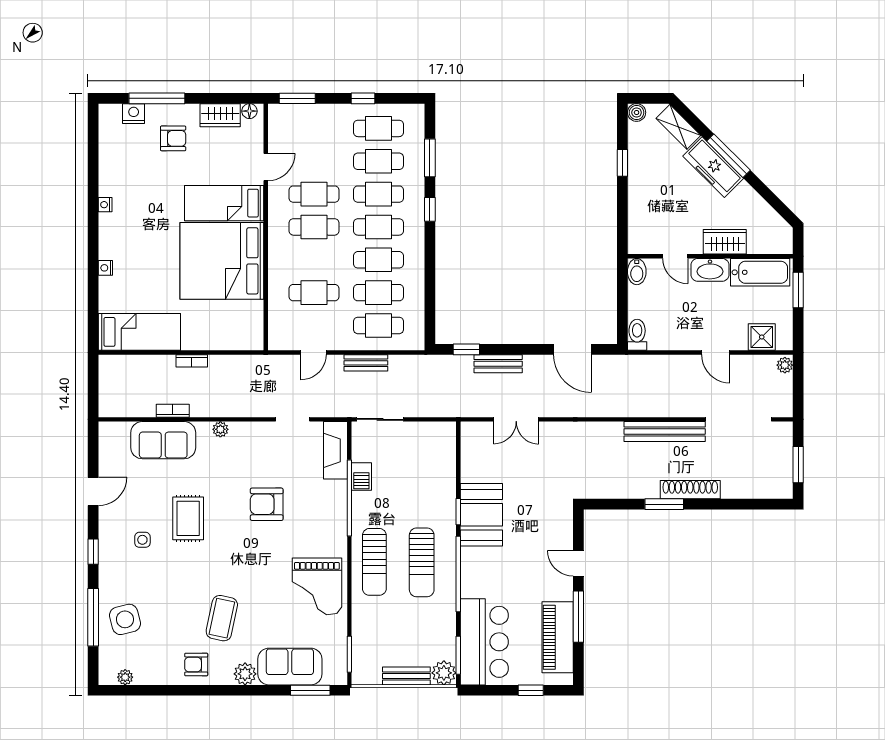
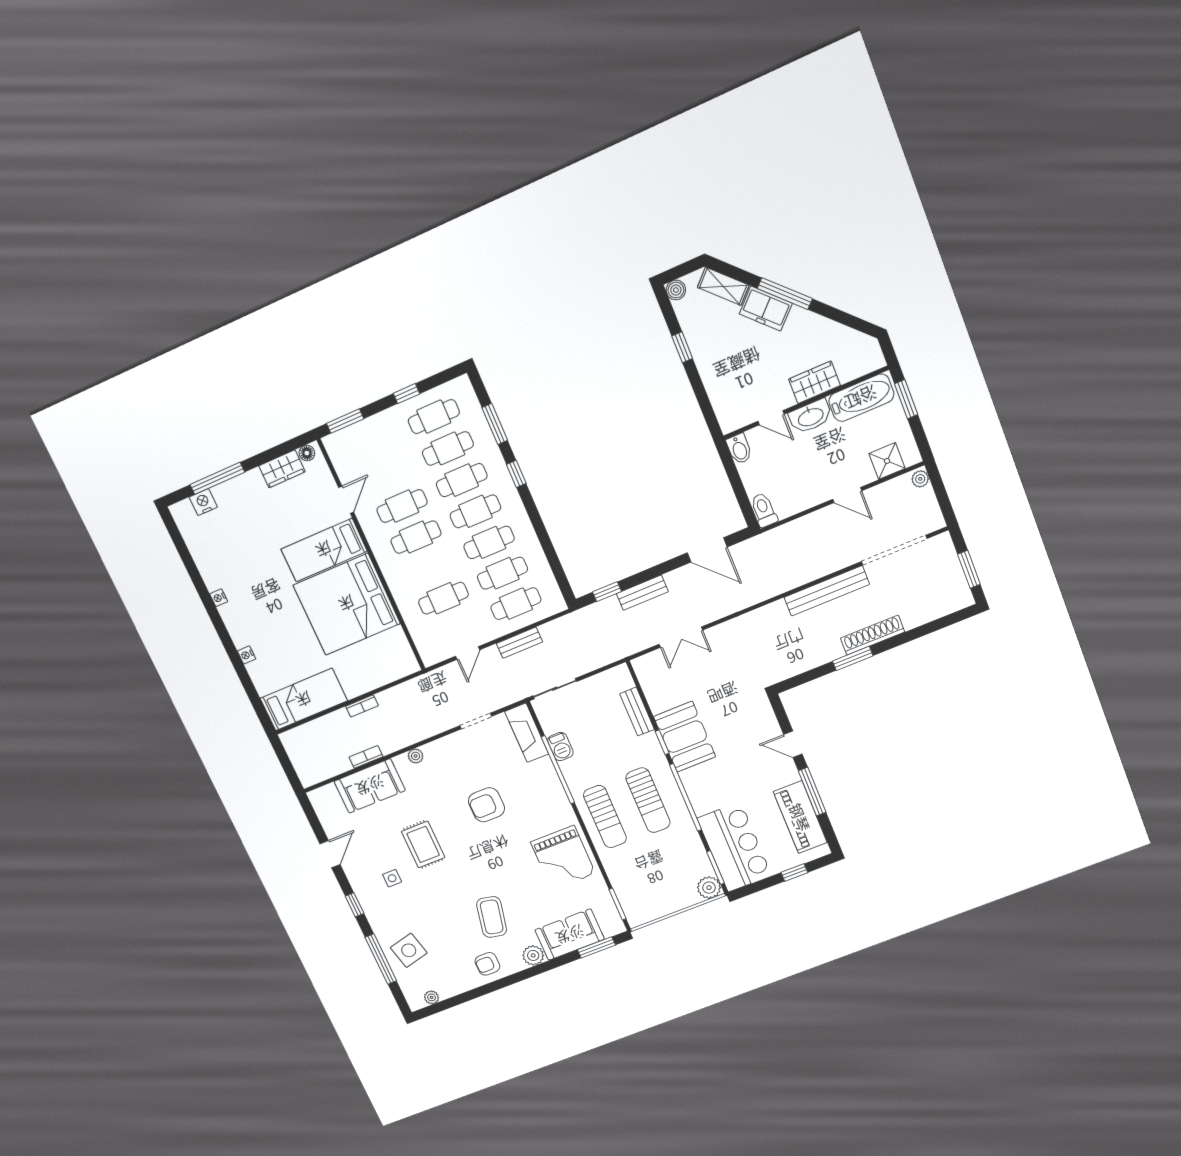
armchair: (173, 138) -> (250, 510), removed
freezer: (713, 167) -> (766, 309), width x0.71
bench: (406, 676) -> (637, 712), moved, turned 90

